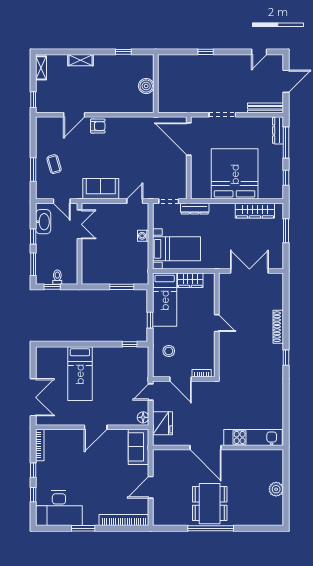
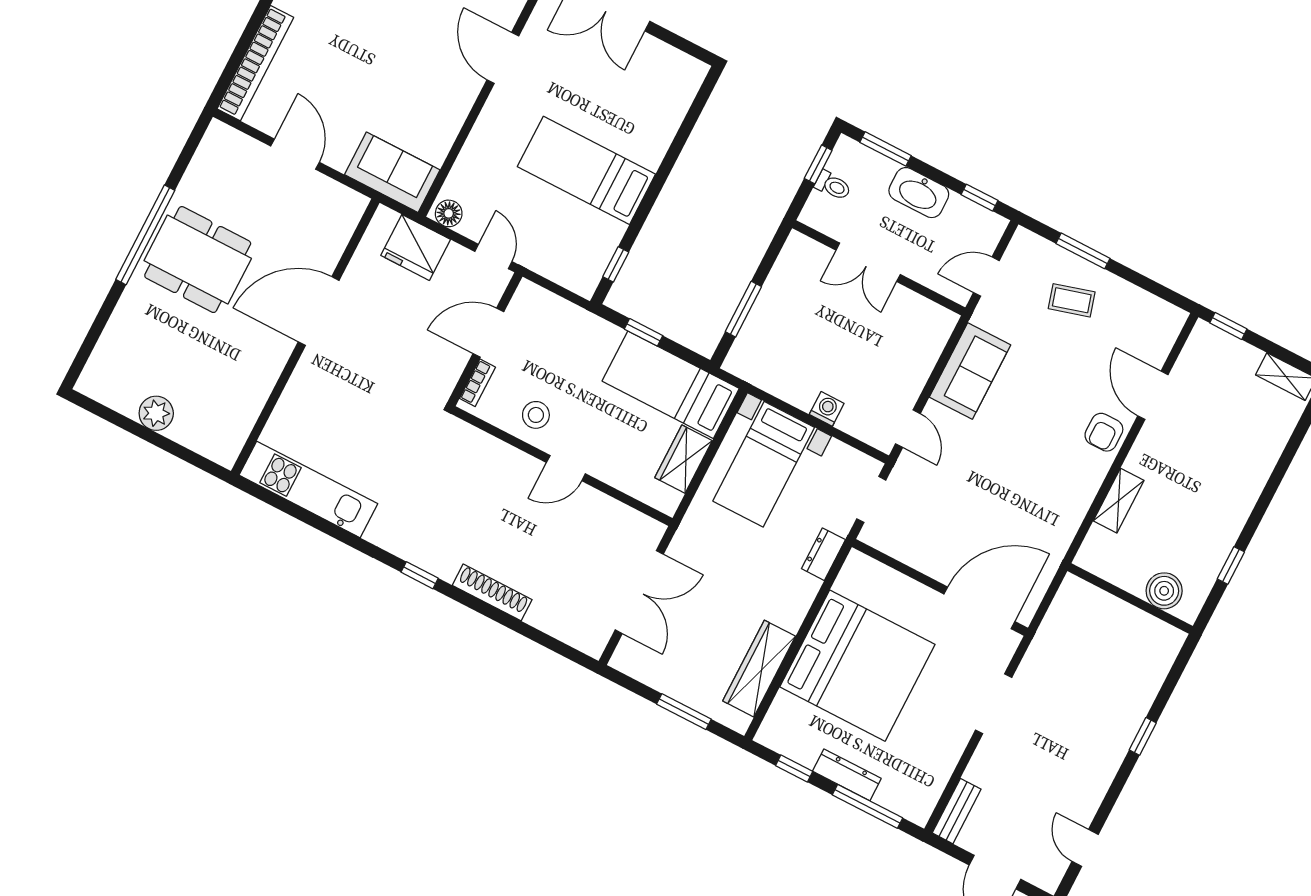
shelving: (81, 60) -> (1119, 501), moved
boiler: (146, 86) -> (1164, 591), moved
bench: (265, 108) -> (957, 811), width x0.73
dresser: (278, 130) -> (847, 775), moved
dresser: (195, 209) -> (823, 554), width x0.70
washbasin: (43, 222) -> (919, 193), moved
double door: (80, 224) -> (868, 262), moved
window: (33, 236) -> (980, 198), moved
stool: (169, 351) -> (536, 415), moved
bed: (80, 374) -> (586, 170), moved
door: (96, 427) -> (503, 58), moved
kitchen unit: (253, 437) -> (308, 489), moved, turned -90

